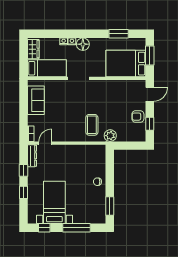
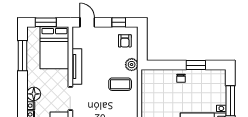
window: (119, 34) -> (23, 56), width x1.44
tv unit: (108, 84) -> (77, 67), added
armchair: (138, 117) -> (125, 41), moved
window: (110, 206) -> (196, 65), moved

